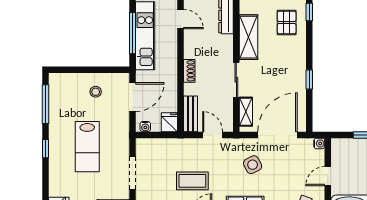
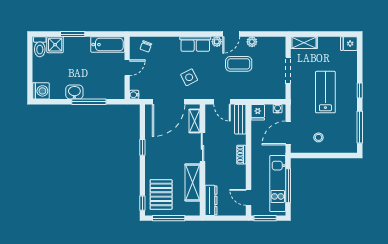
pallet: (287, 22) -> (161, 194), width x1.50, depth x1.42

